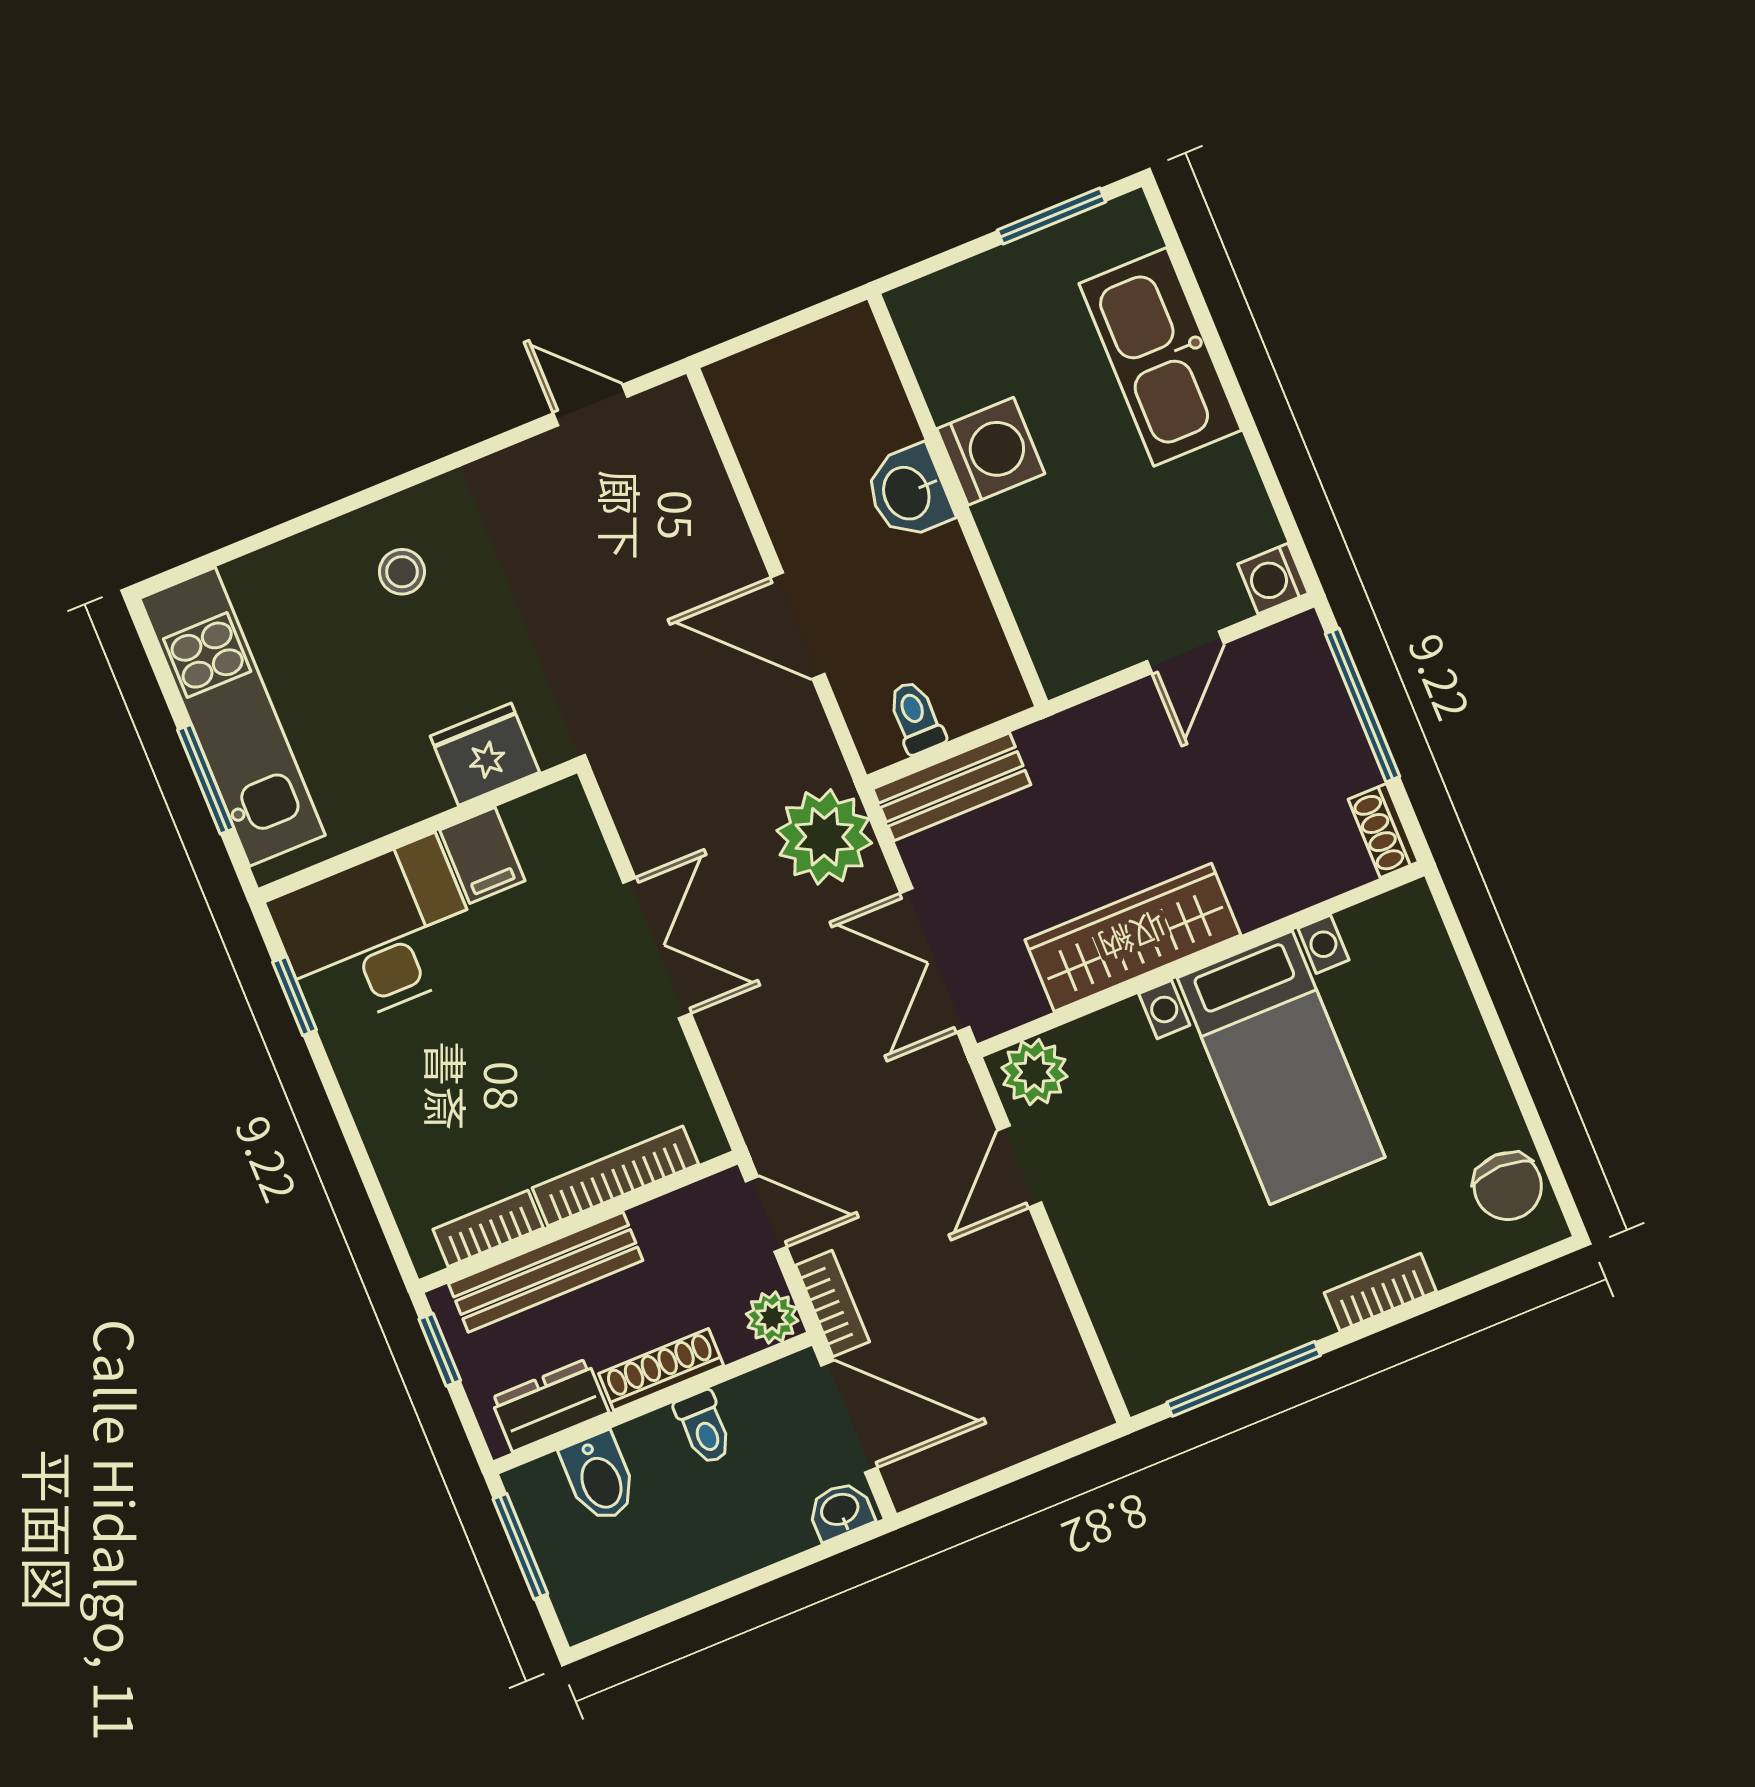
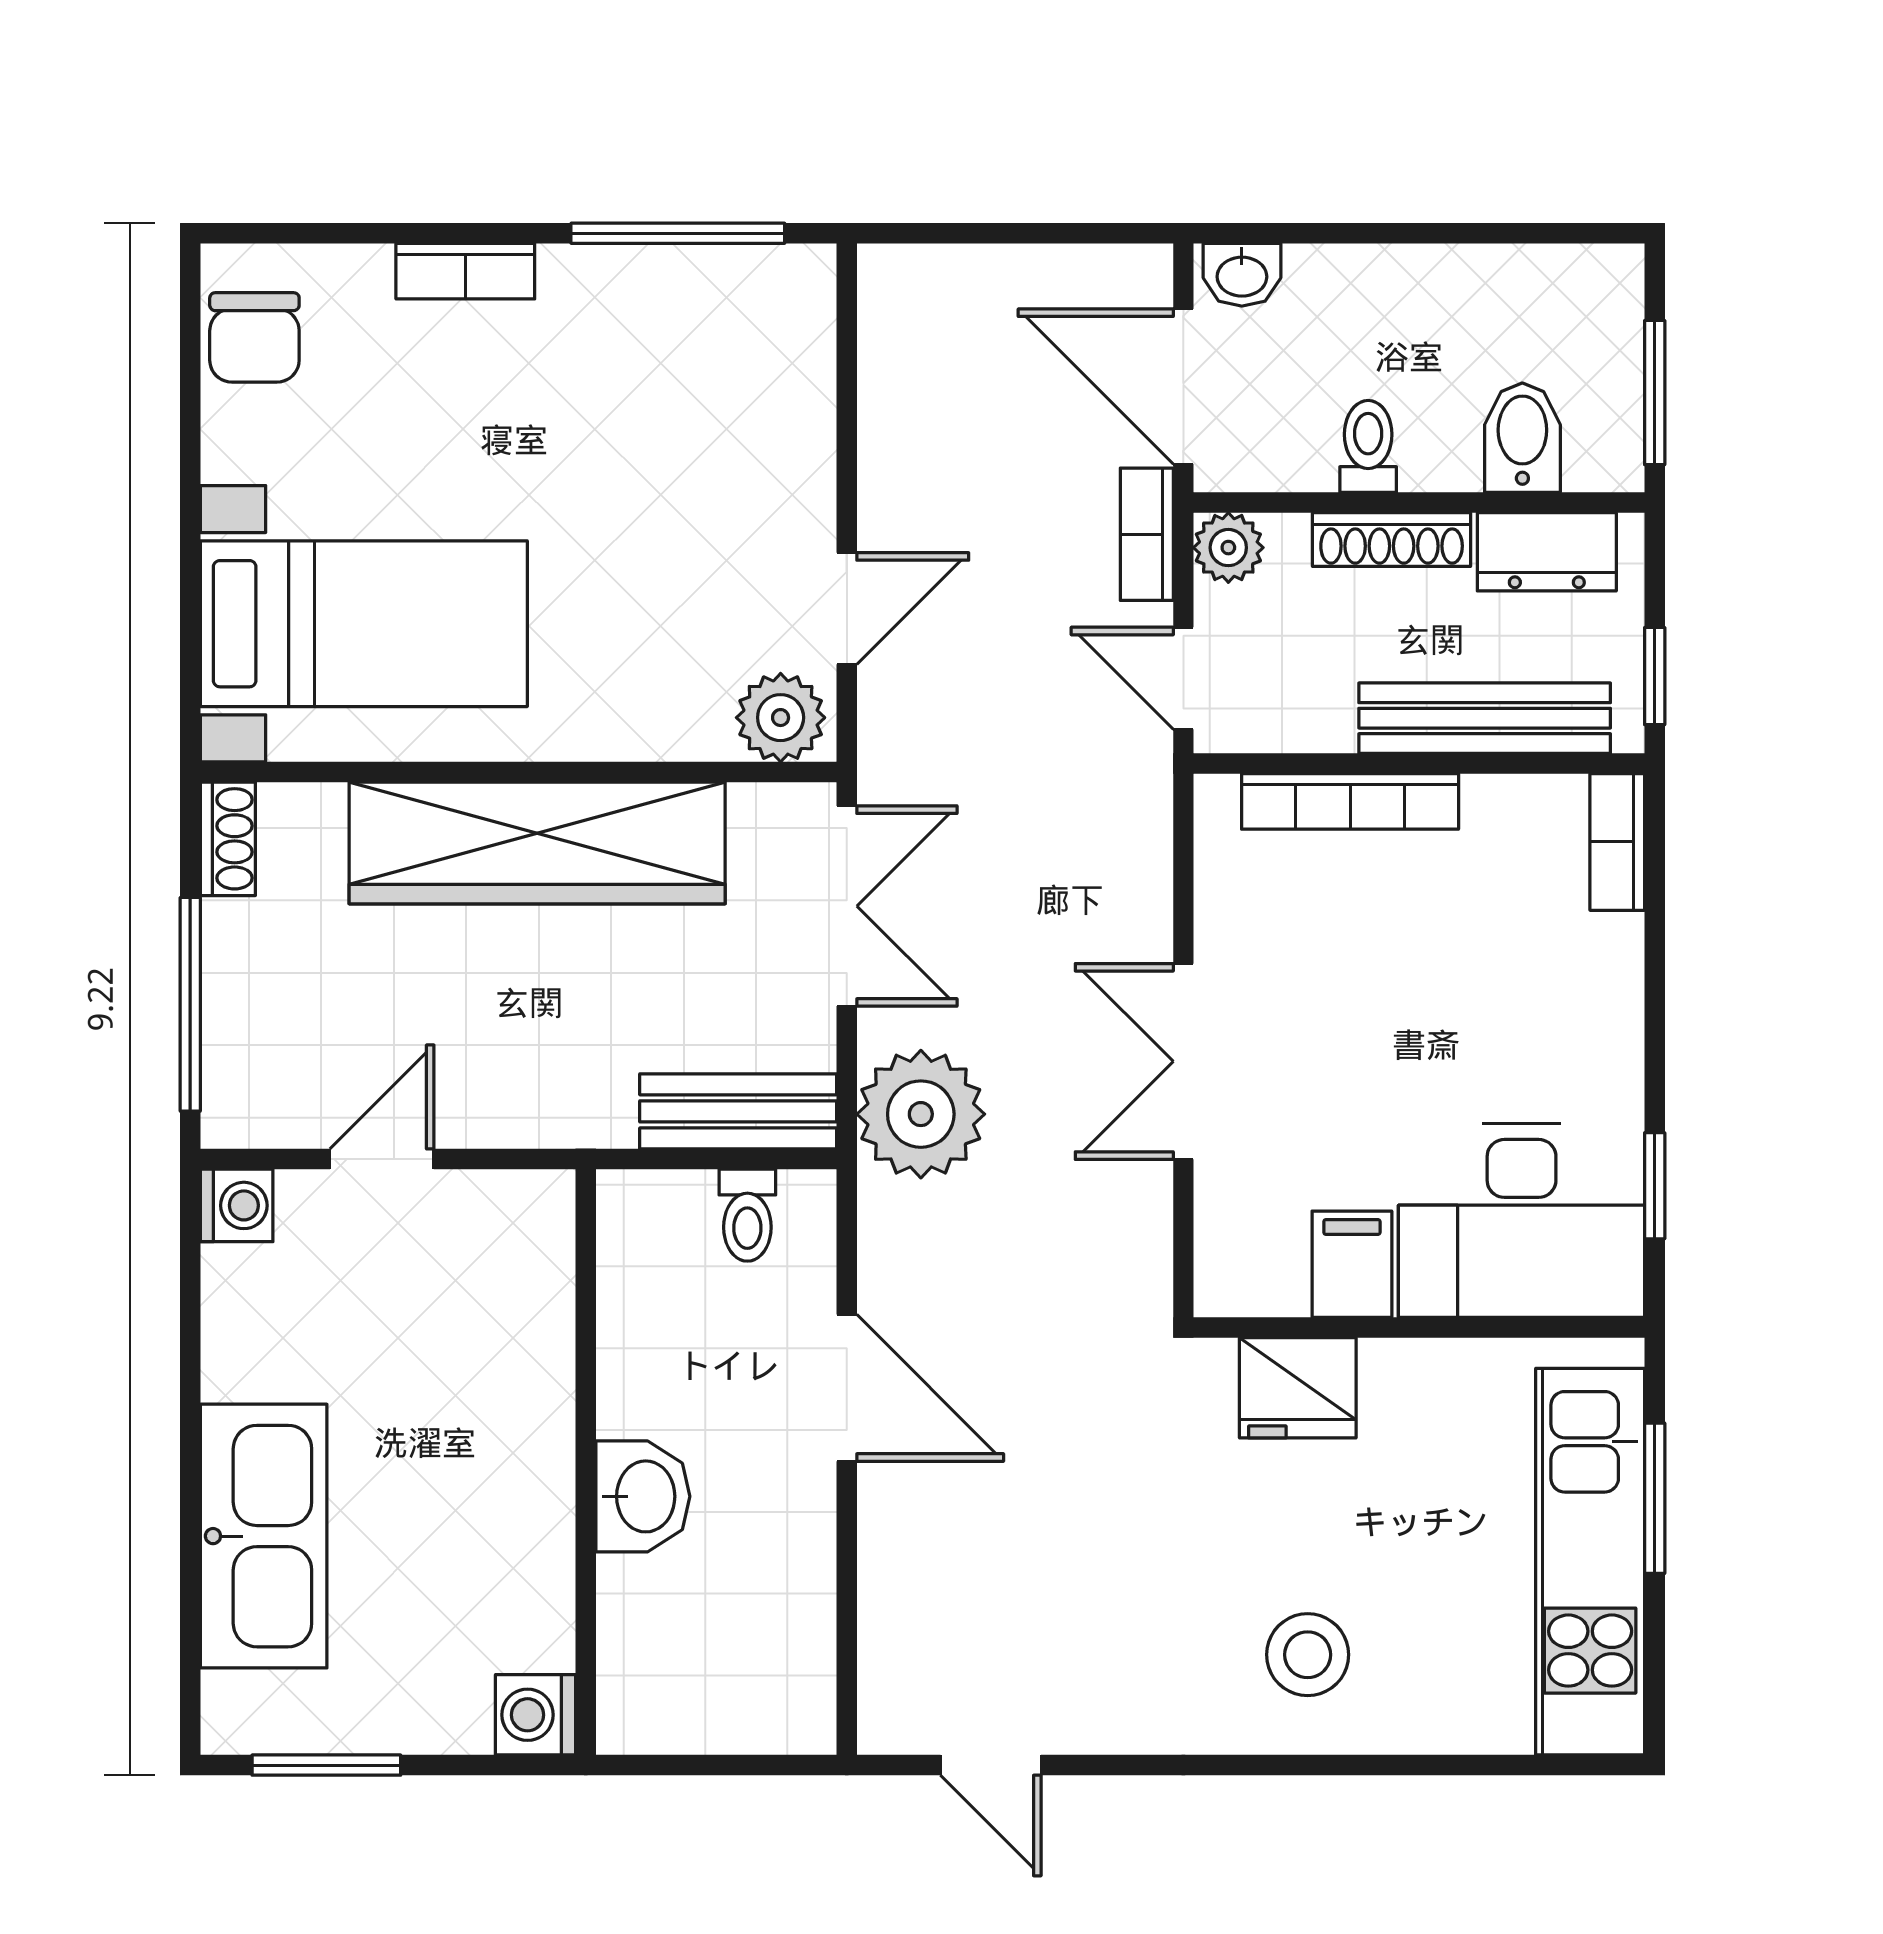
washing machine: (991, 451) -> (536, 1715), moved, width x0.73, depth x0.73
stool: (402, 572) -> (1308, 1655), width x1.37, depth x1.37
wardrobe: (1133, 937) -> (537, 843), width x1.40, depth x1.17
bed with nightstands: (1281, 1068) -> (364, 624), moved, turned 90
chair: (1508, 1186) -> (254, 337), turned 180
bookcase: (488, 1229) -> (1617, 842), moved, turned 90

